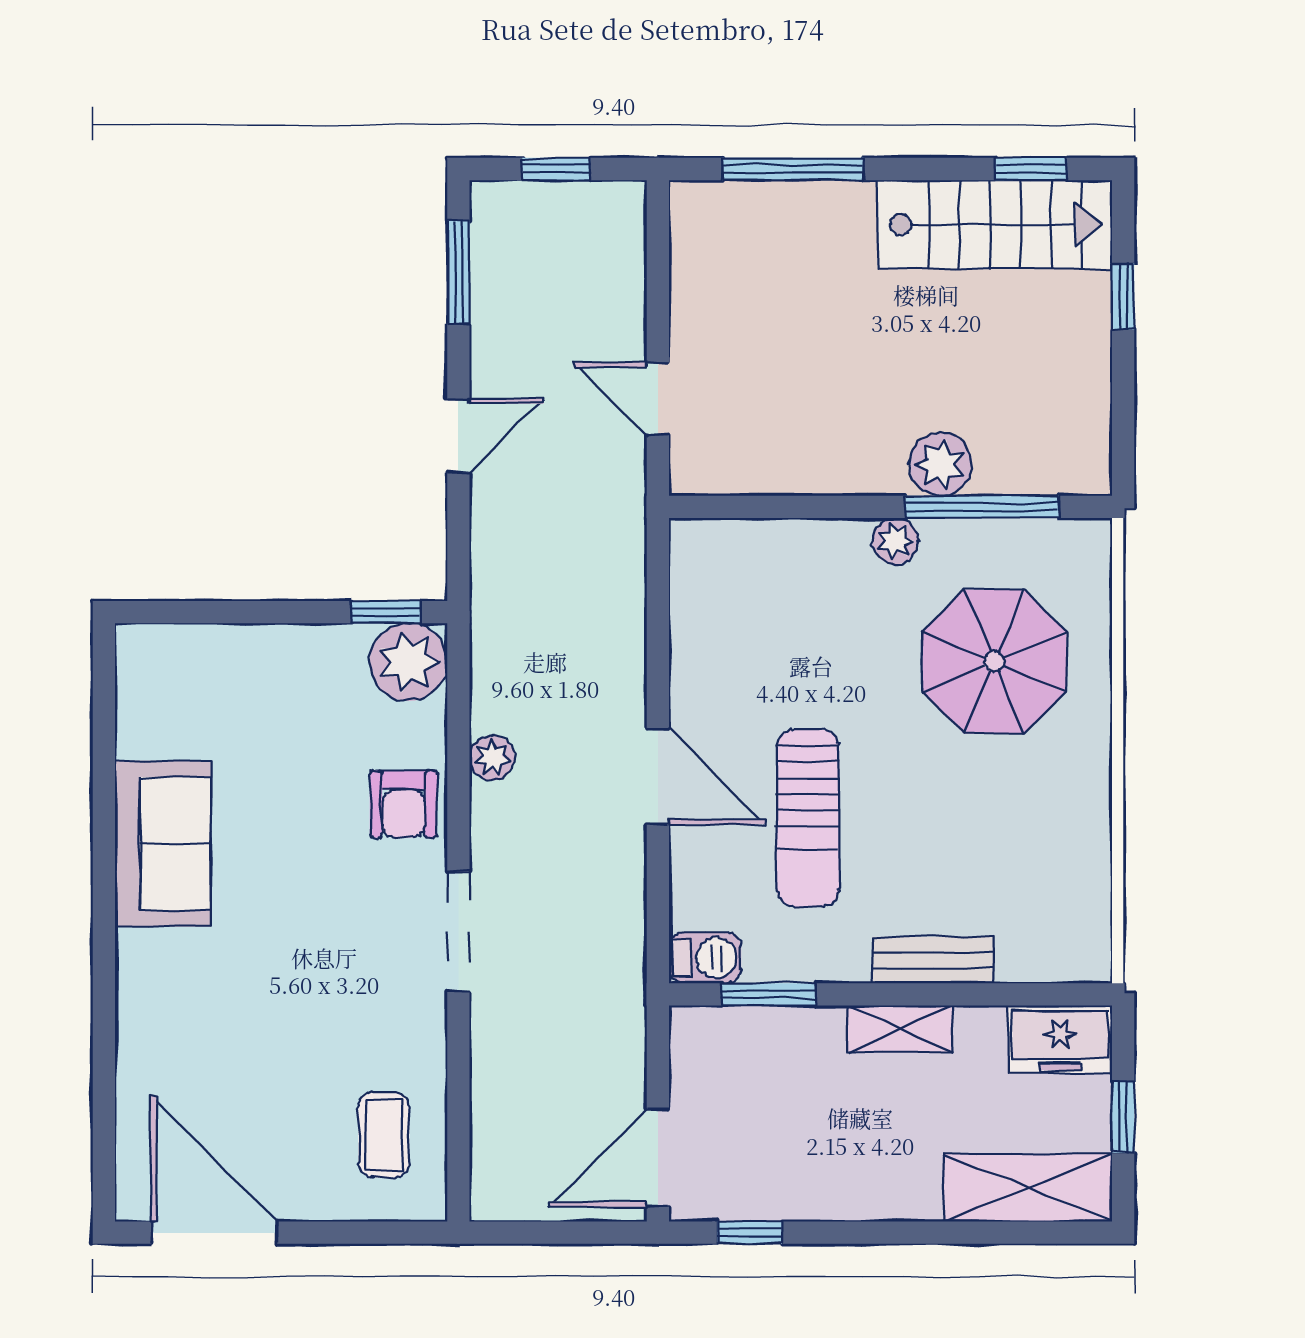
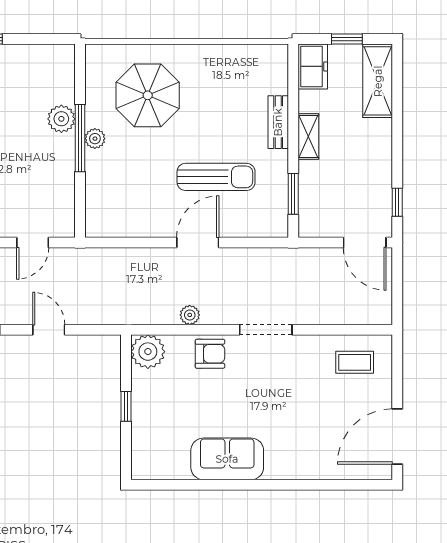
window: (982, 507) -> (80, 138), moved
window: (386, 612) -> (126, 406), moved
barbecue: (705, 958) -> (277, 222), removed

